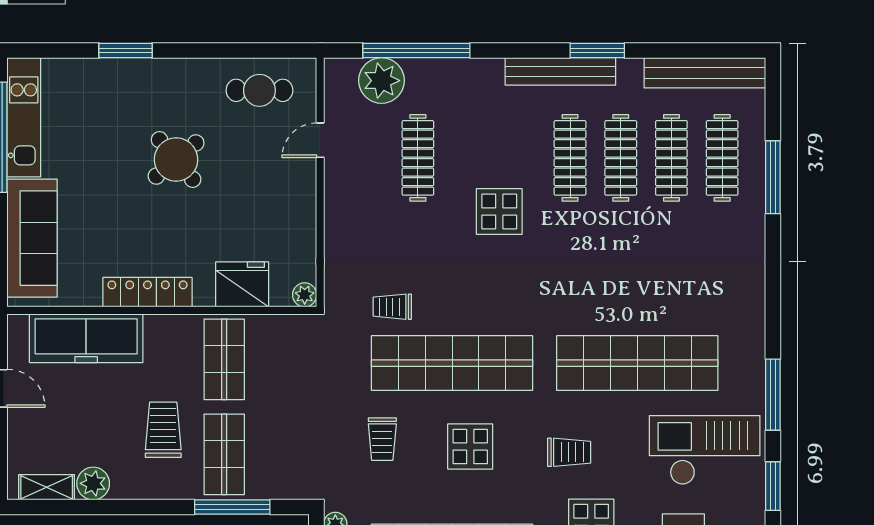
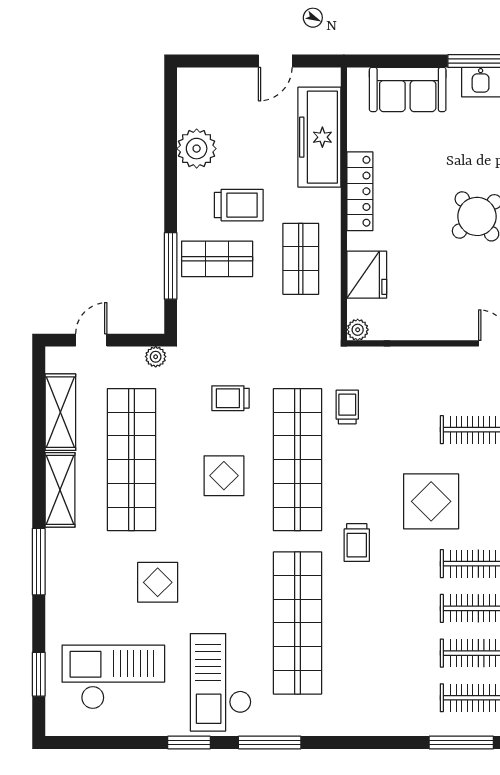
display table: (499, 212) -> (431, 501), width x1.36, depth x1.36
sofa: (32, 238) -> (408, 89), width x0.73
shop shelf: (224, 359) -> (301, 259), turned 90
checkout: (705, 450) -> (221, 682), turned 180
trolley: (569, 452) -> (357, 543), moved
plant: (93, 483) -> (197, 149), width x1.36, depth x1.36
shelving: (47, 487) -> (188, 102), removed

